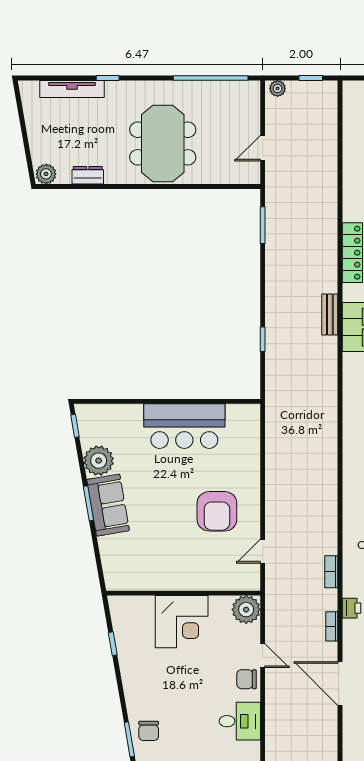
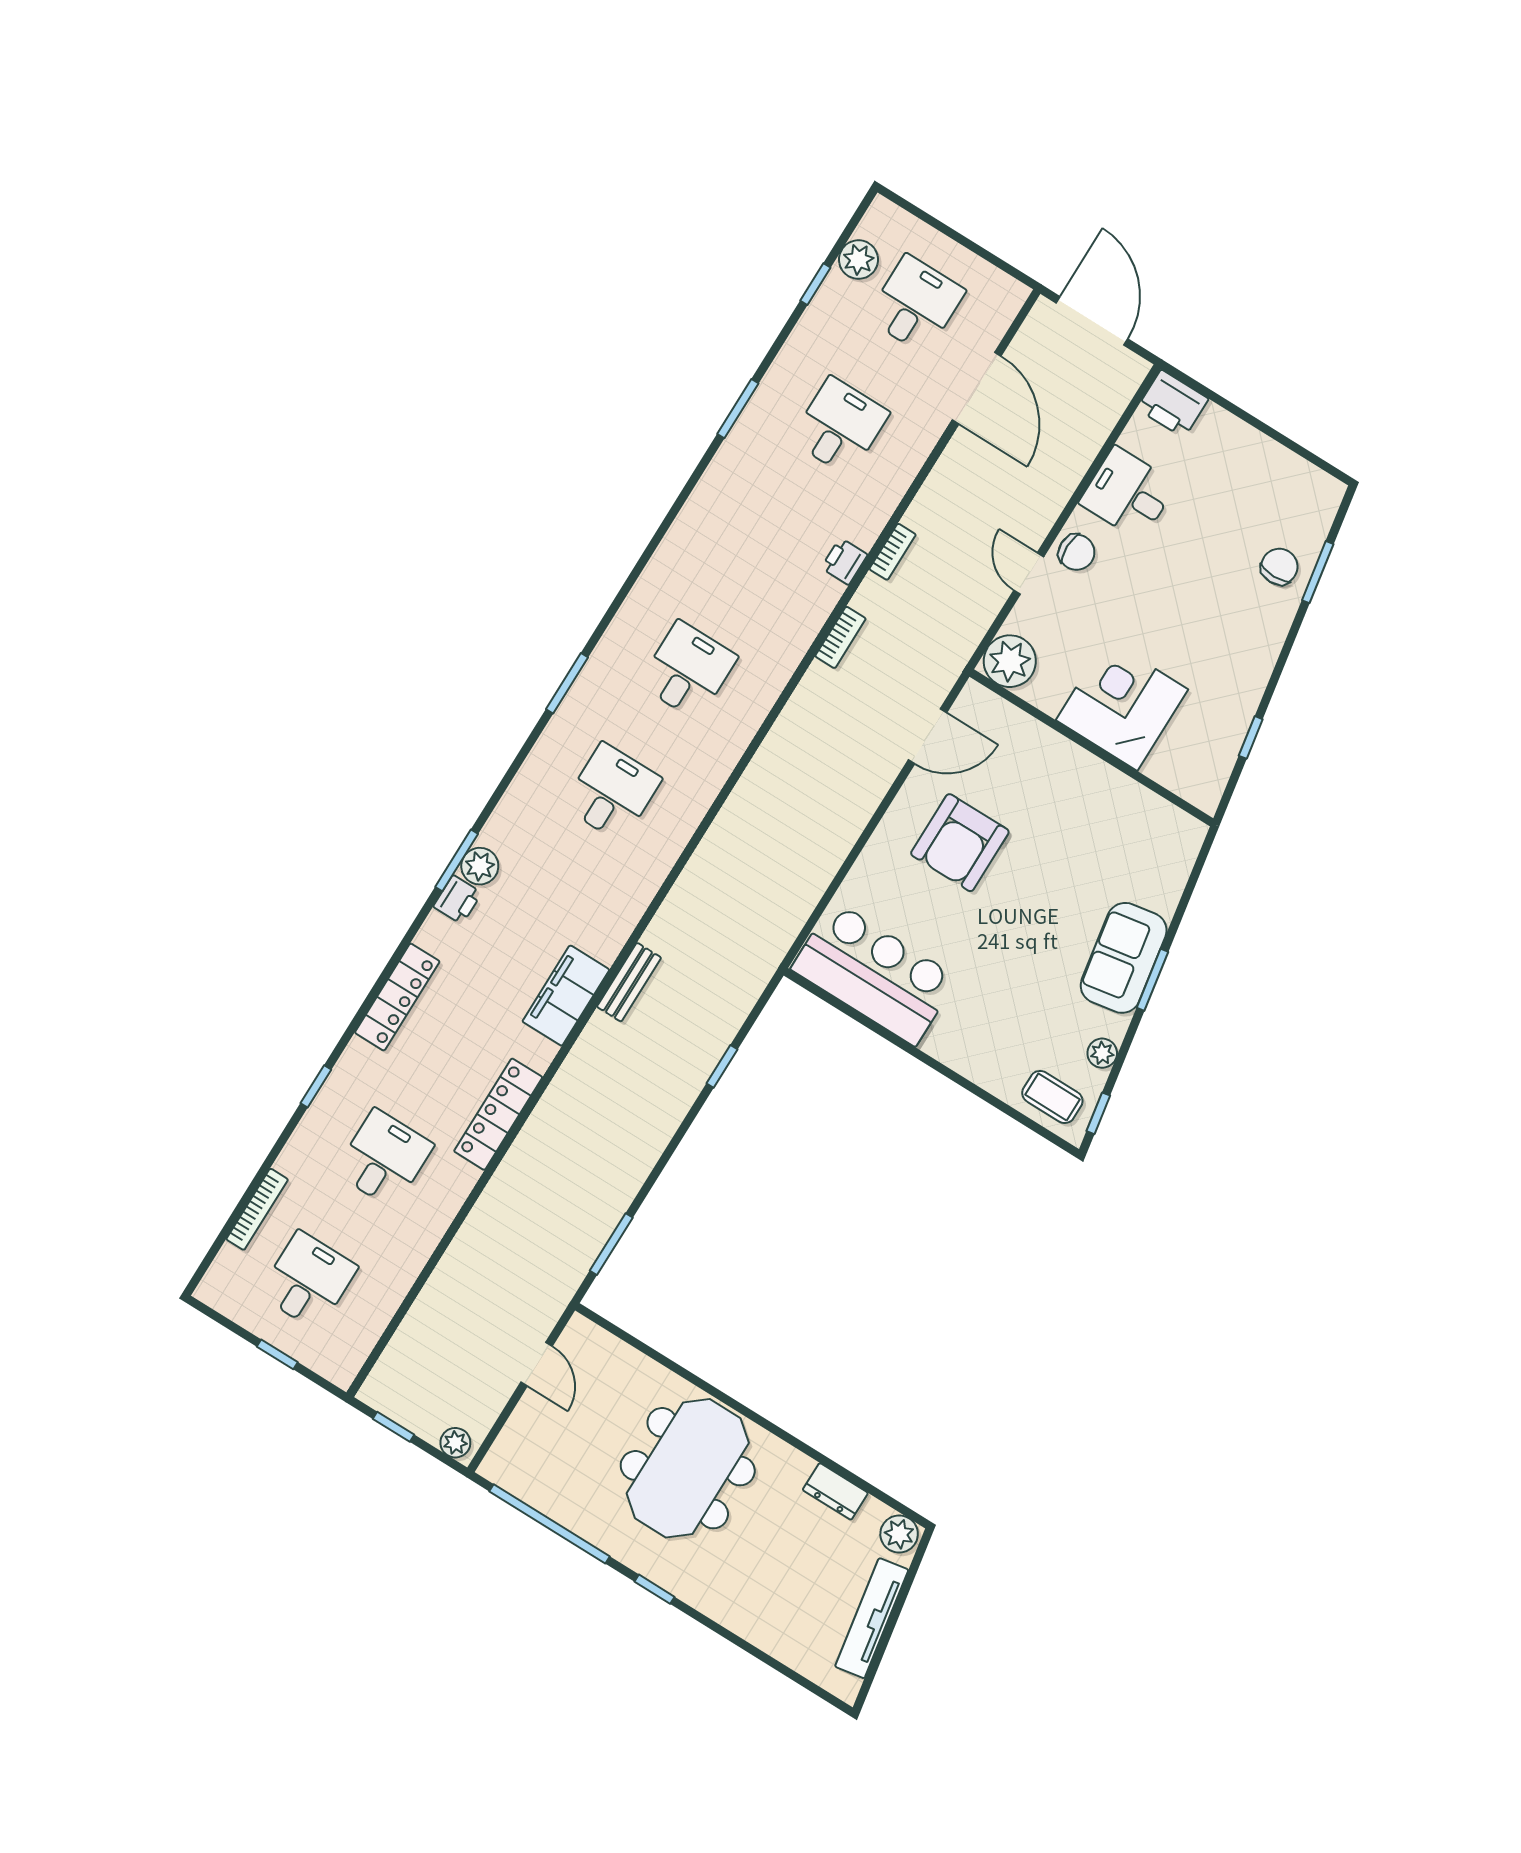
window: (108, 78) -> (655, 1589), moved
tv unit: (72, 89) -> (872, 1618), moved, turned -100
door: (263, 148) -> (537, 1364), hinge flipped
bench: (330, 315) -> (629, 982), moved
coffee table: (101, 420) -> (1052, 1097), added
bar counter: (184, 426) -> (874, 973), moved
plant: (99, 461) -> (1102, 1053), width x0.53, depth x0.53
armchair: (217, 511) -> (960, 843), turned 180
door: (263, 551) -> (927, 736), width x1.38
door: (340, 684) -> (977, 388), moved

